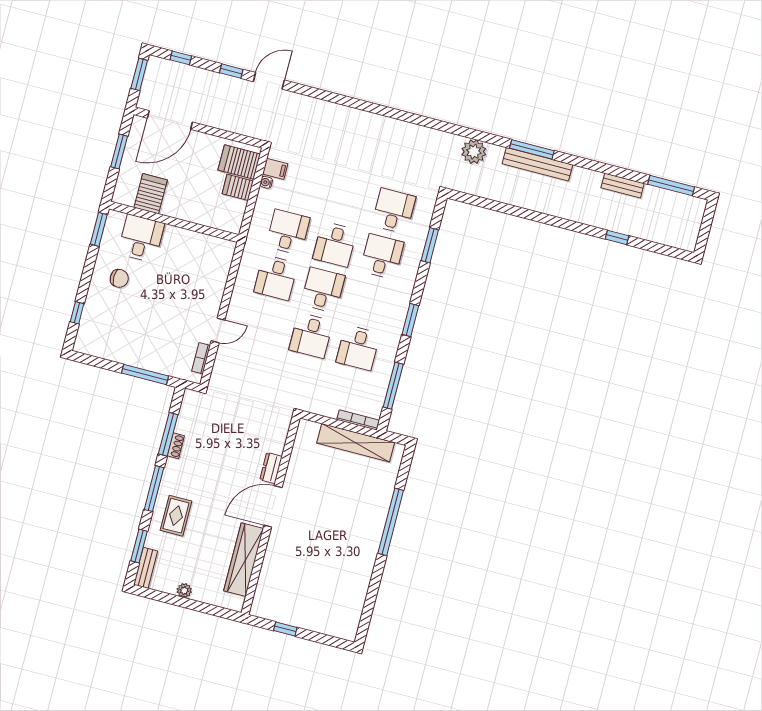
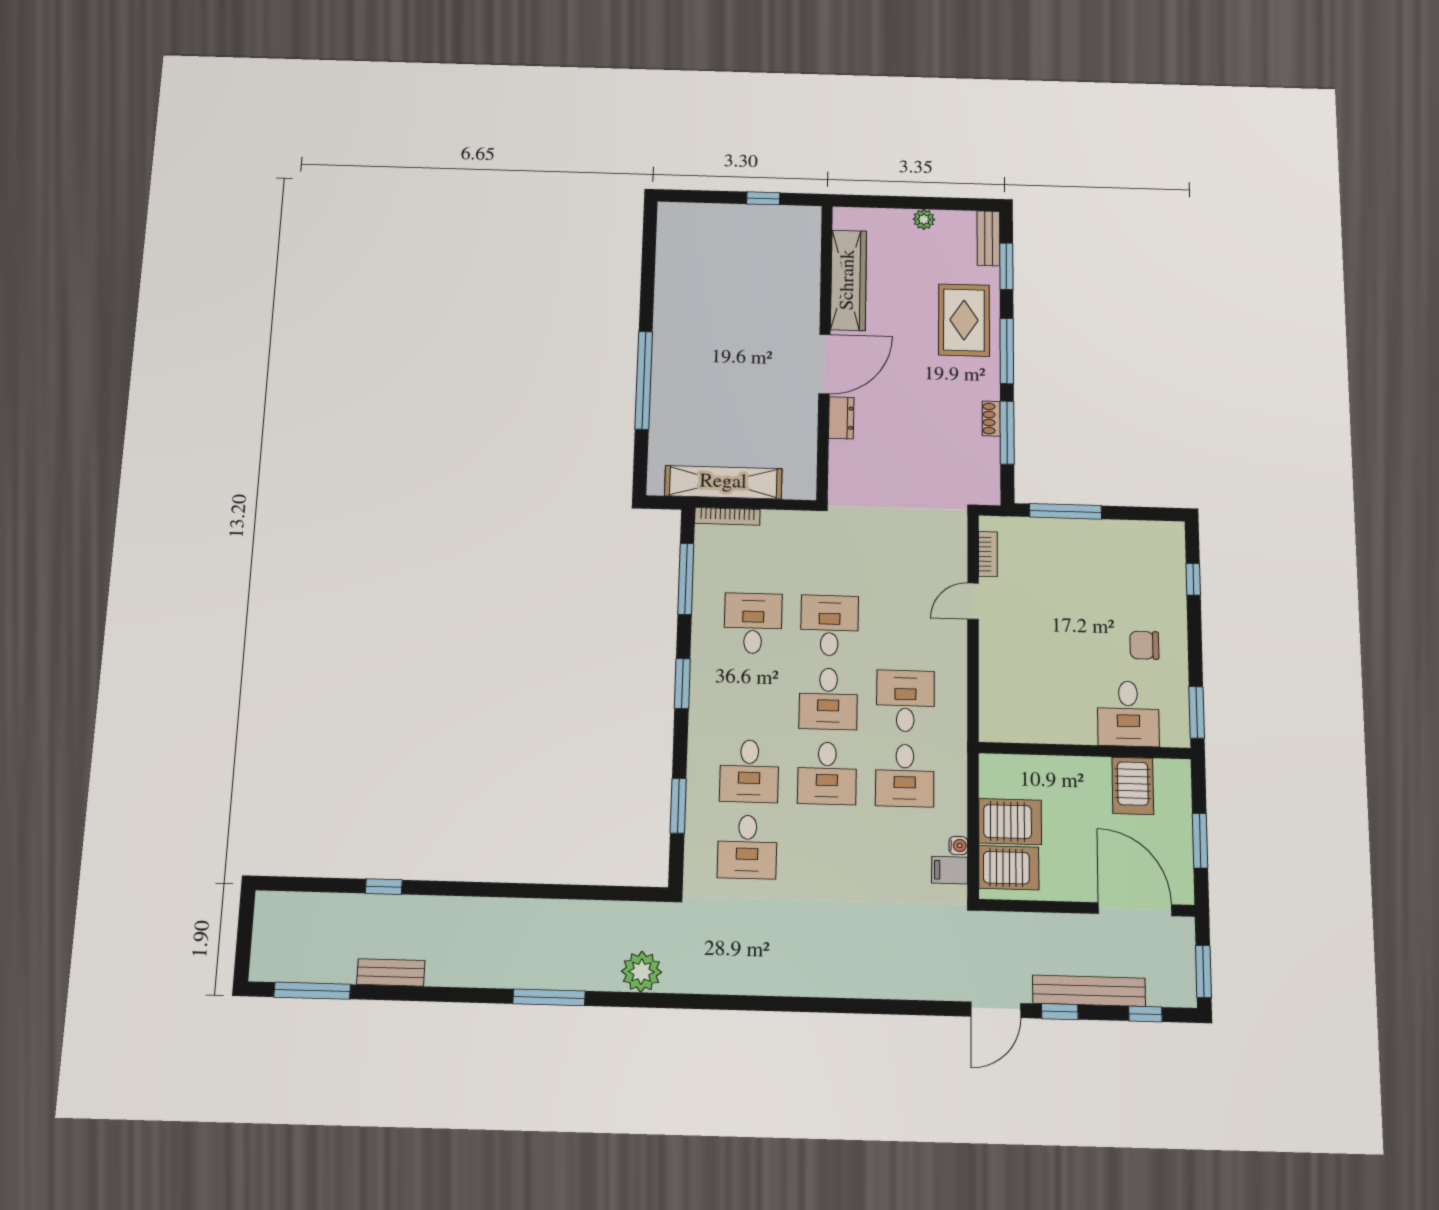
door: (170, 120) -> (1135, 909), hinge flipped
bench: (537, 164) -> (1089, 991), moved
server rack: (238, 187) -> (1010, 822), width x1.36, depth x1.44
desk: (335, 244) -> (827, 773), turned 180
rug: (176, 516) -> (964, 320), width x1.36, depth x1.43

